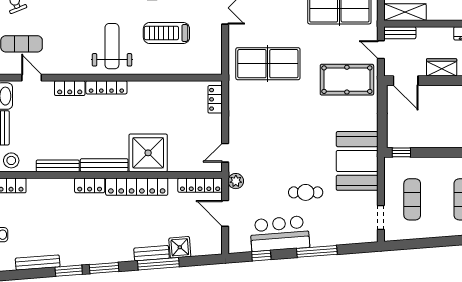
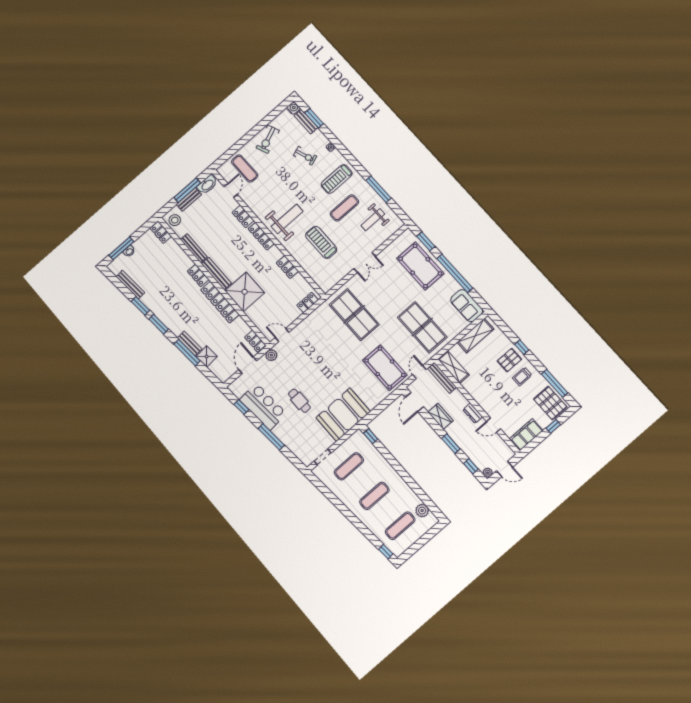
bench: (400, 33) -> (442, 378), width x1.36
locker: (161, 88) -> (287, 267), added
locker: (200, 185) -> (255, 341), width x0.66

